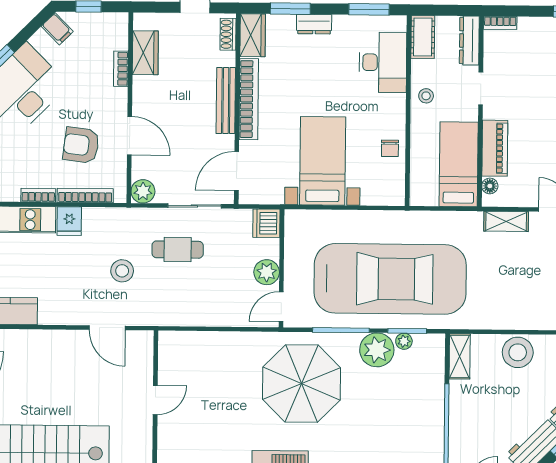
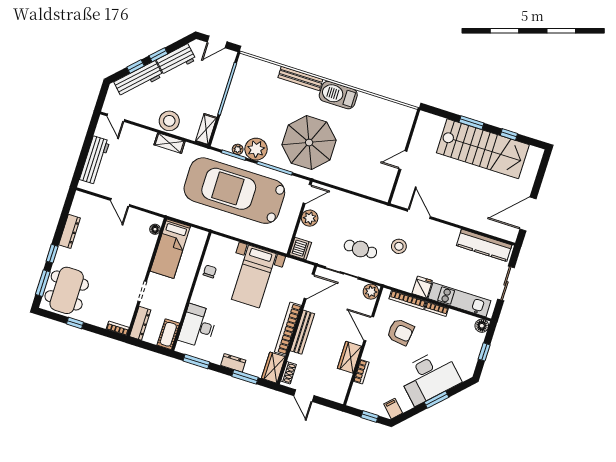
wardrobe: (145, 53) -> (350, 357), moved
stool: (426, 96) -> (177, 297), removed
piano: (495, 148) -> (145, 252), removed
shelving: (506, 221) -> (170, 143), moved

